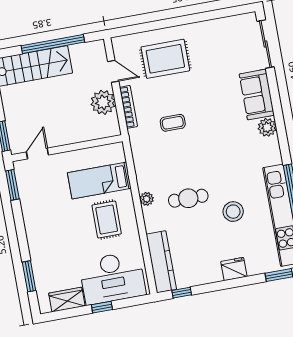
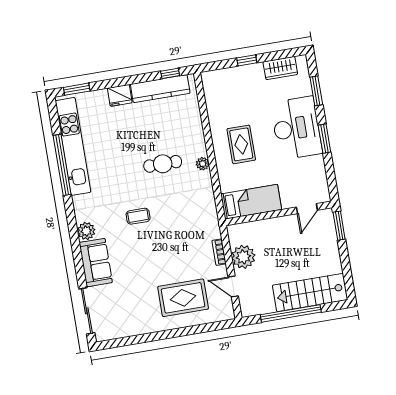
bookcase: (128, 107) -> (219, 252), width x0.64
coffee table: (173, 123) -> (138, 216), moved
bed: (99, 181) -> (251, 202), moved
window: (12, 185) -> (324, 139), moved
stool: (233, 212) -> (120, 151), removed
kitchen counter: (161, 262) -> (160, 89), moved, turned -90
desk: (112, 278) -> (296, 128), moved, turned 90

